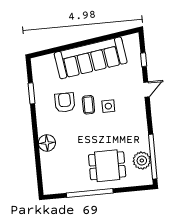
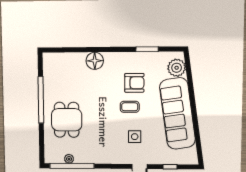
plant: (47, 63) -> (177, 68), added
side table: (108, 106) -> (135, 137), moved
plant: (142, 161) -> (69, 159), width x0.53, depth x0.53

